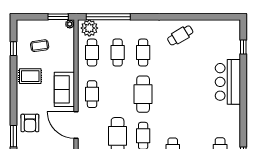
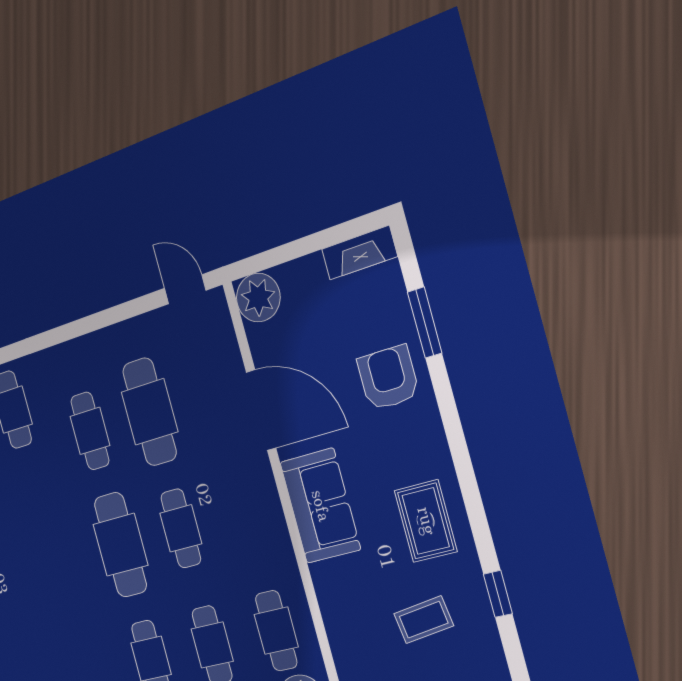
rug: (30, 76) -> (426, 521), turned 90
cafe table: (92, 94) -> (181, 528), moved

